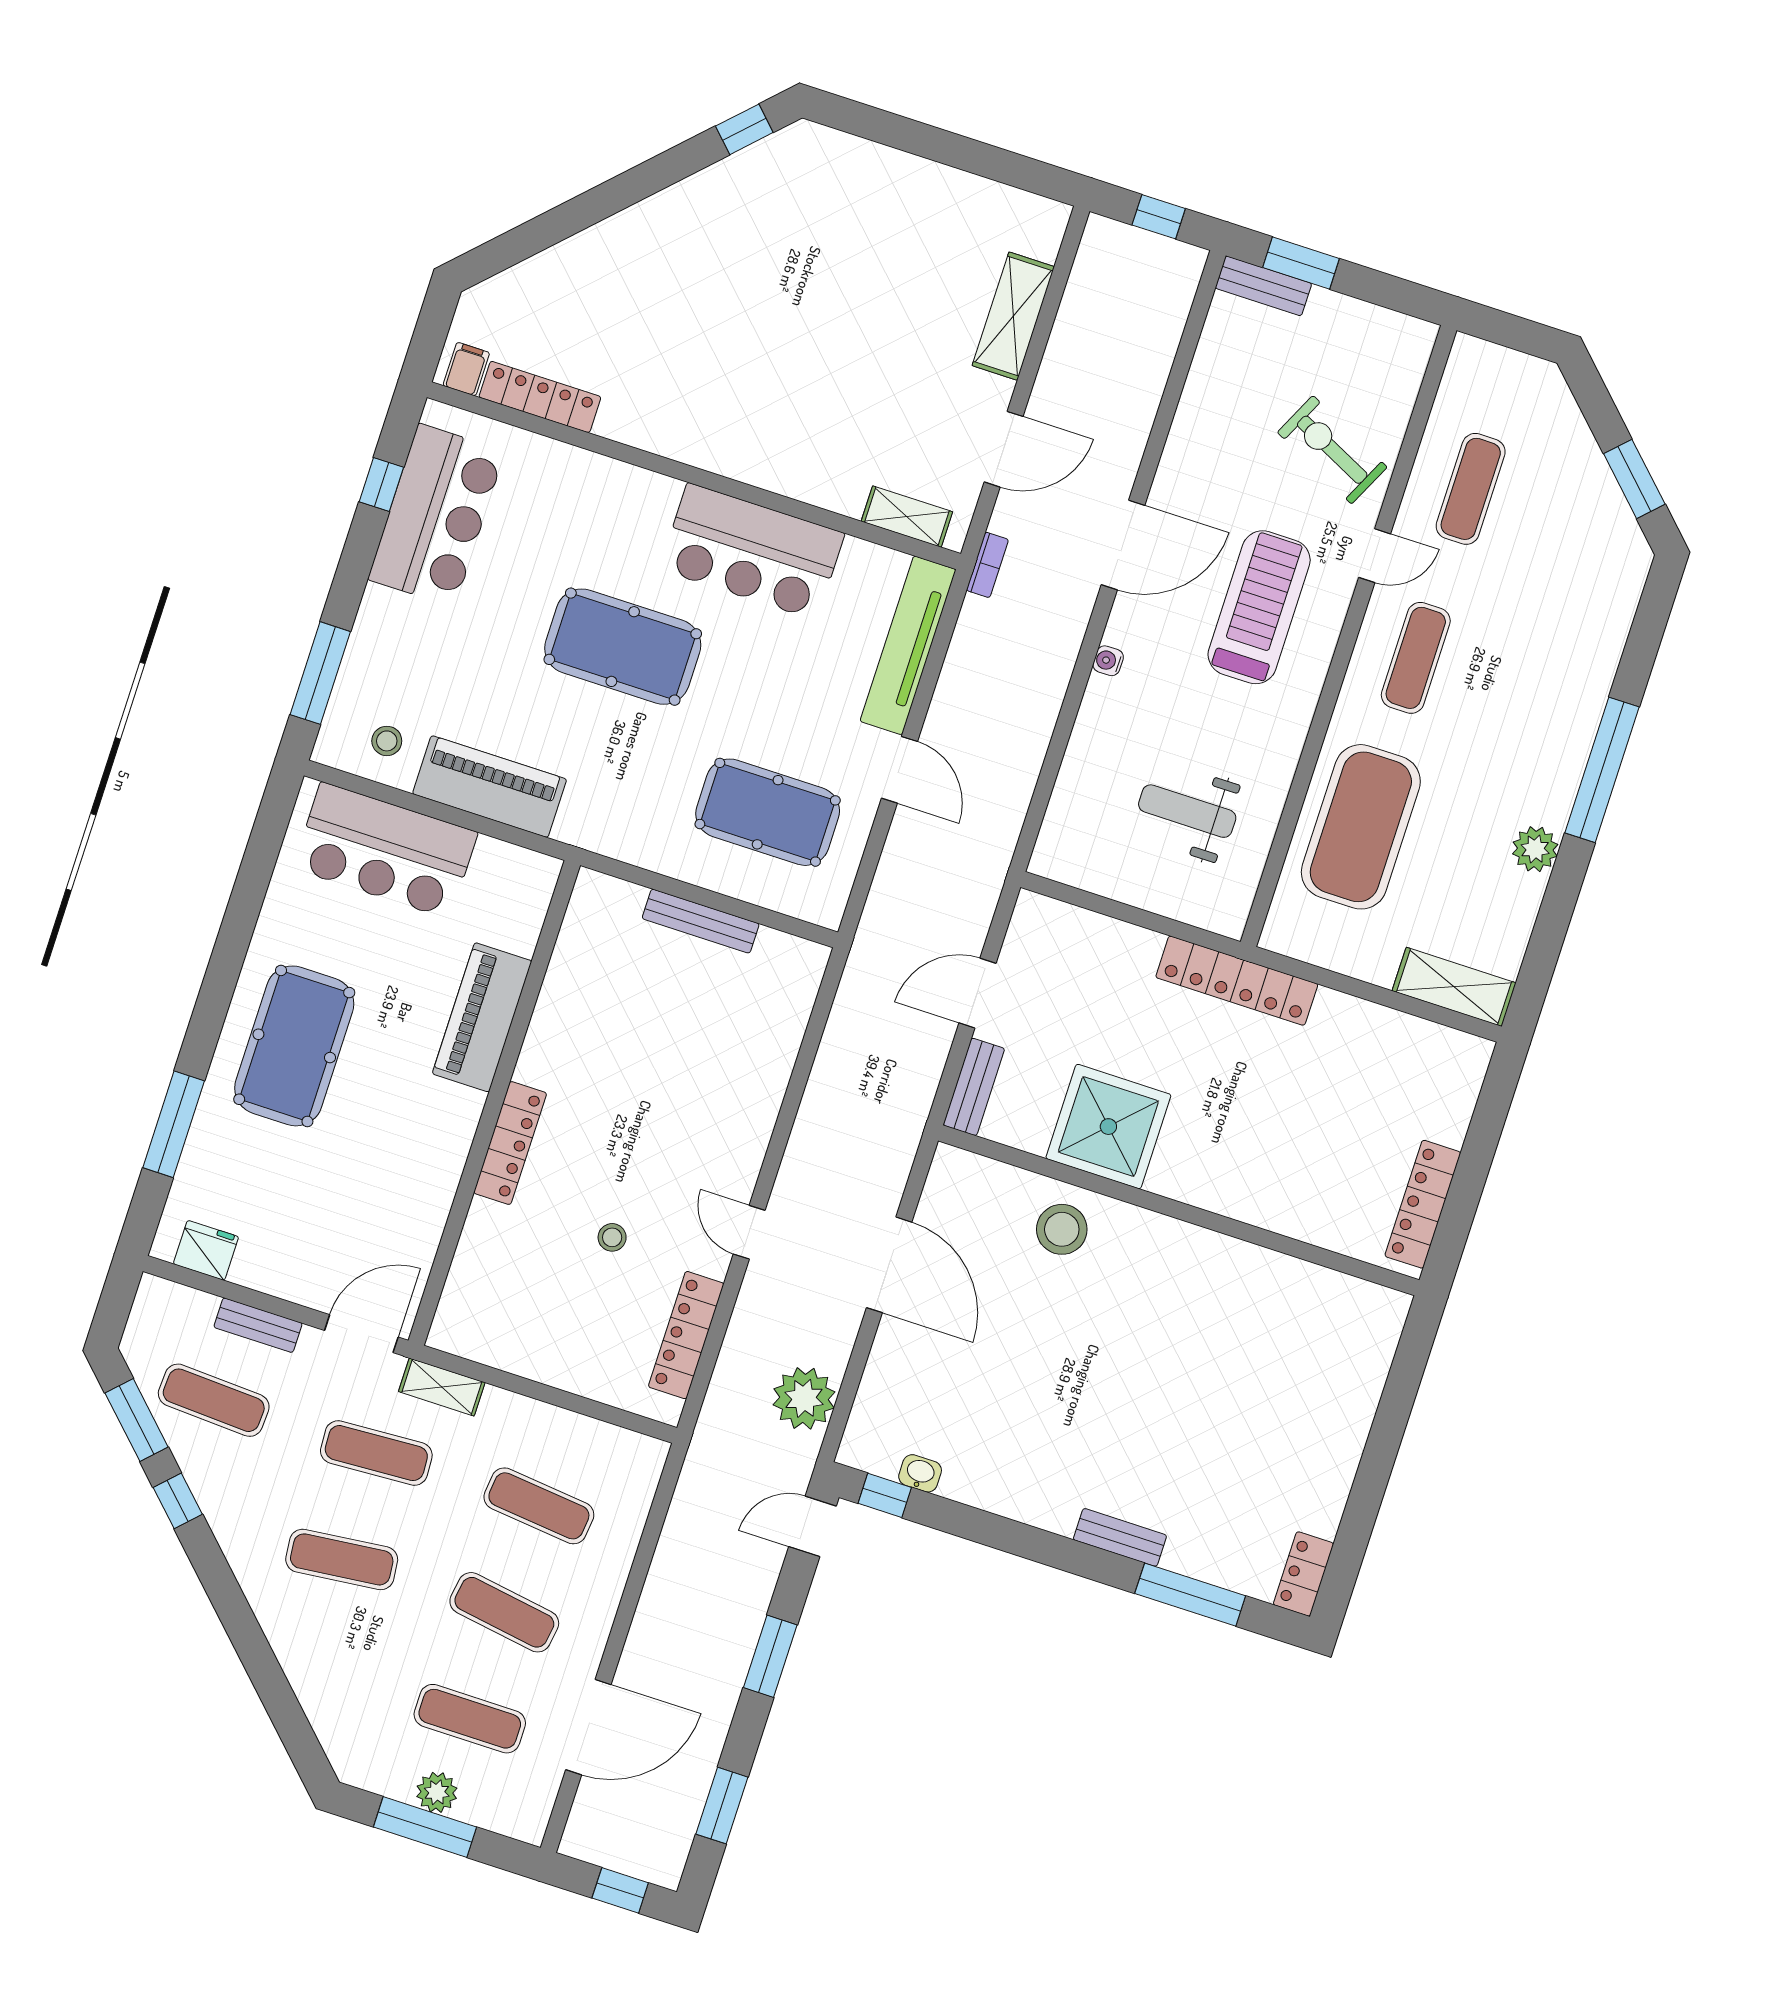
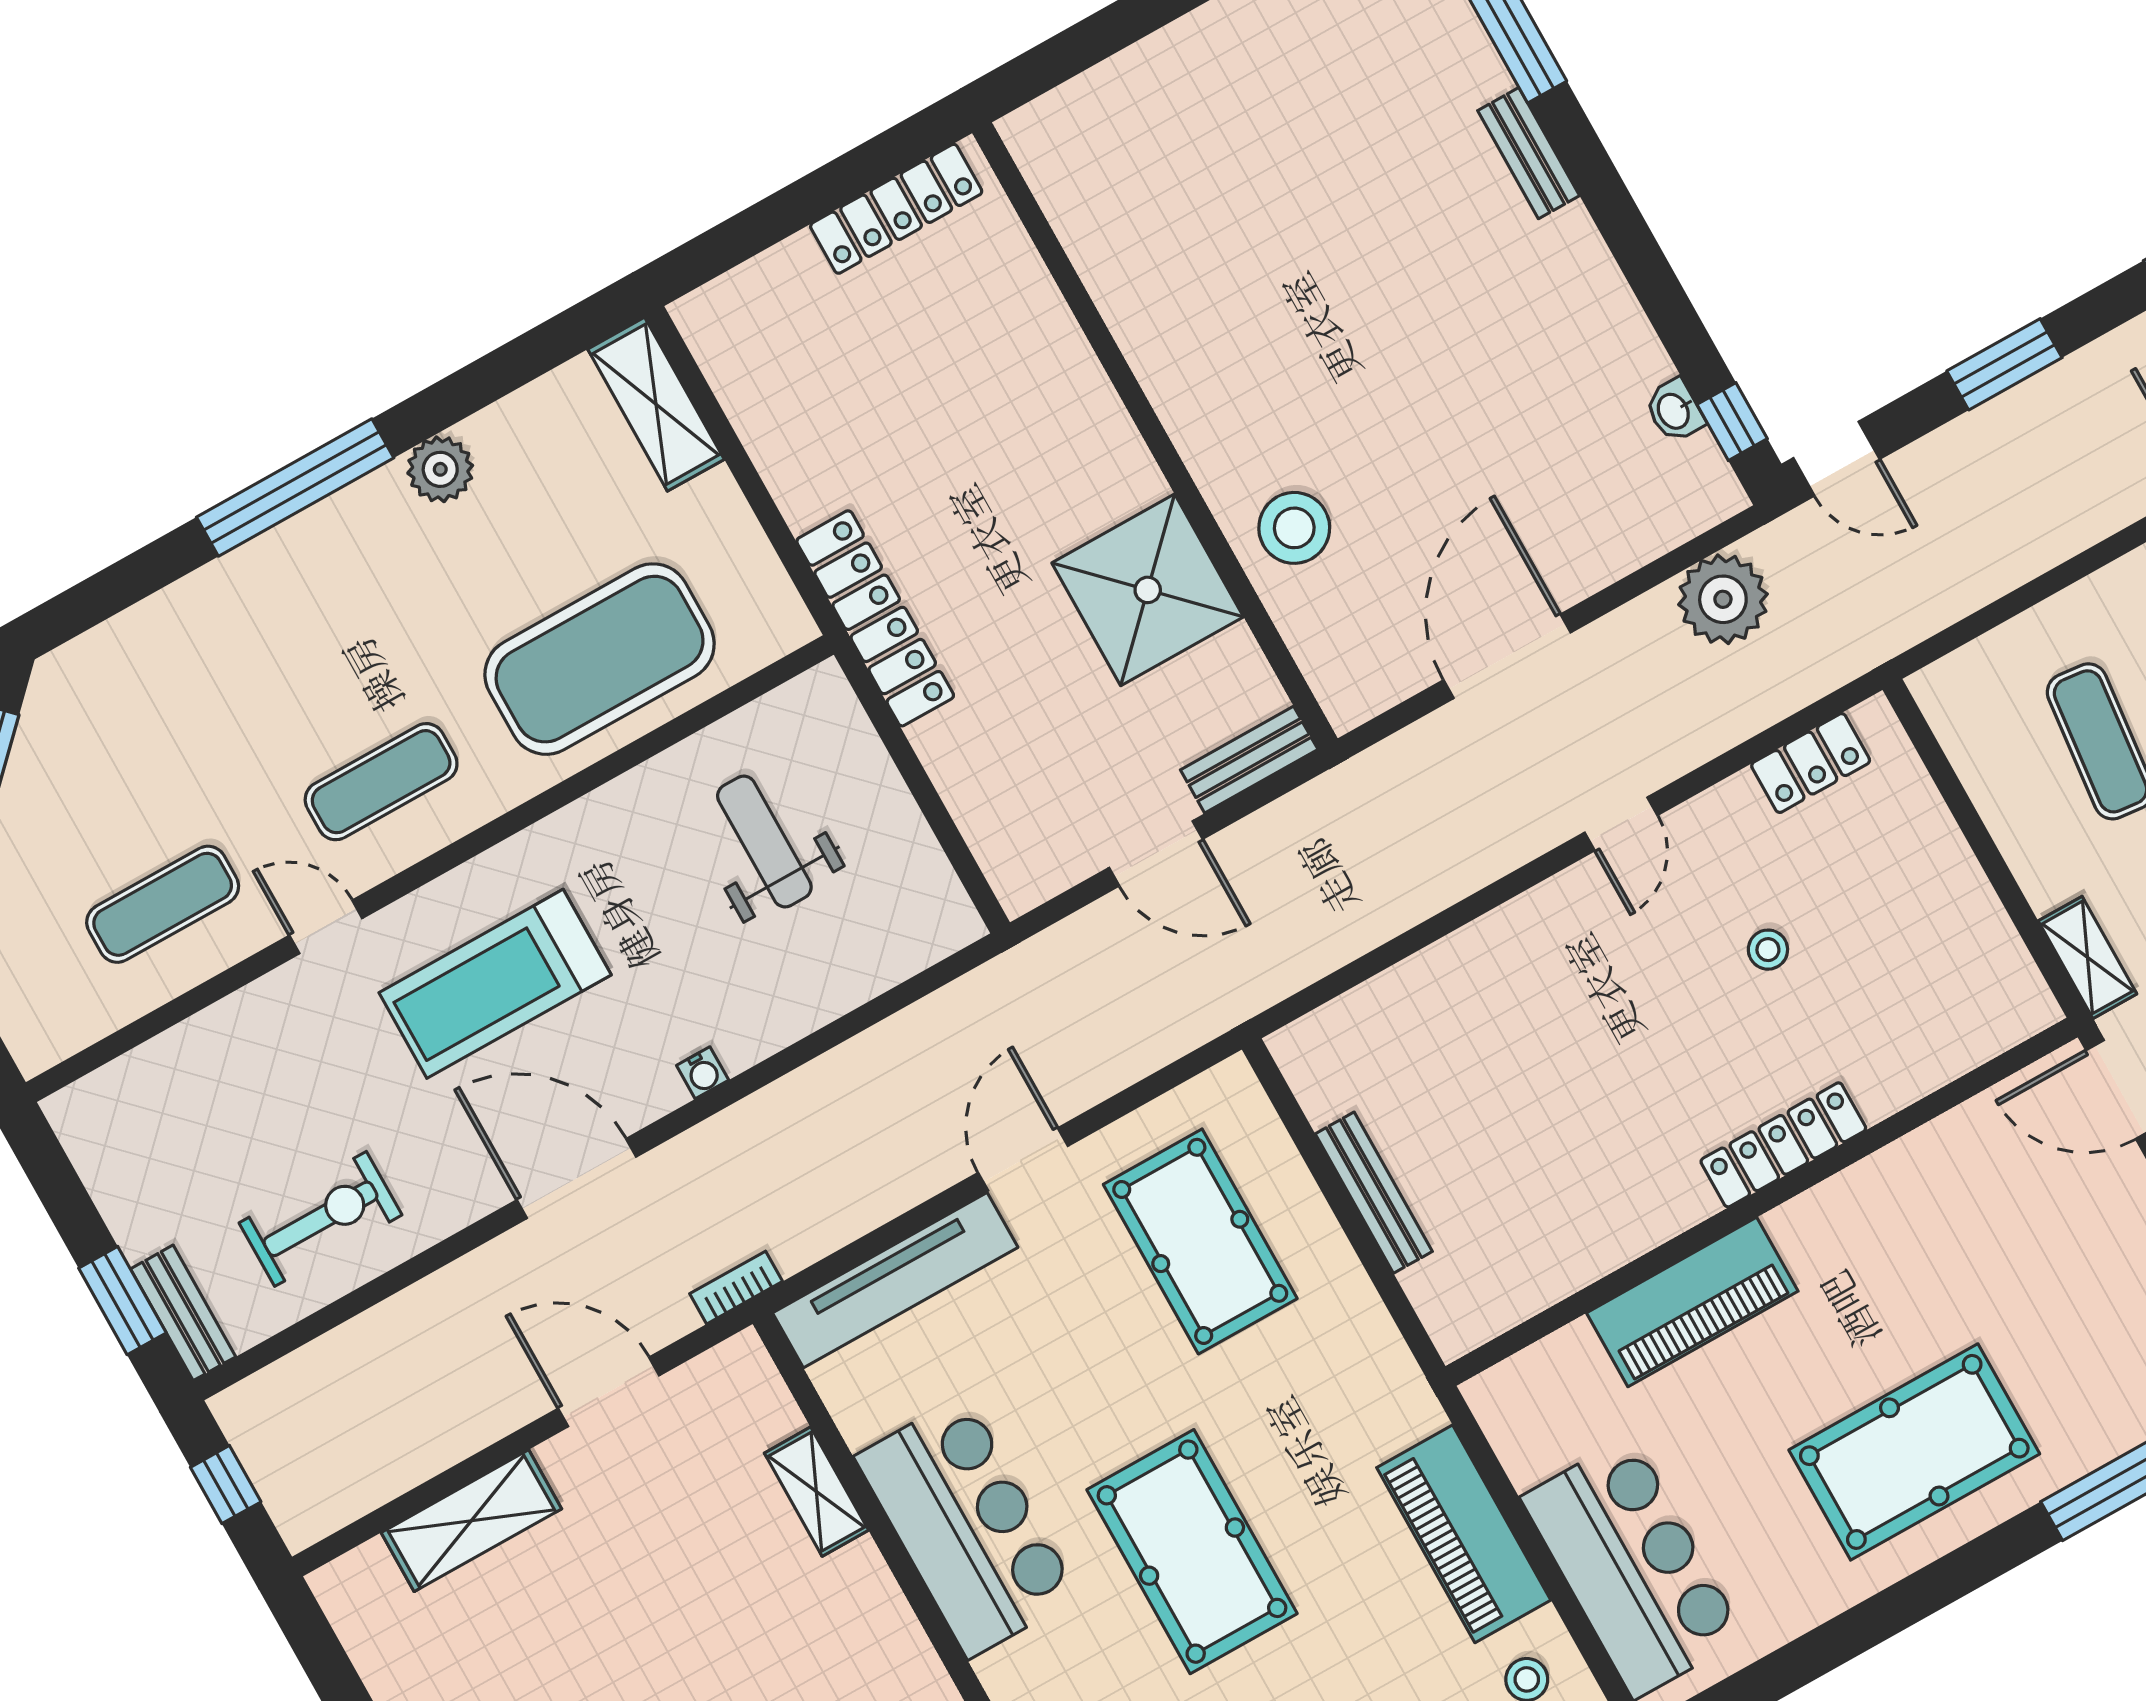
exercise bike: (1332, 450) -> (321, 1219), moved, turned -116
shelving: (907, 517) -> (816, 1492), moved
weight bench: (1187, 811) -> (764, 841), turned 180
locker: (686, 1335) -> (1811, 763), width x0.66

